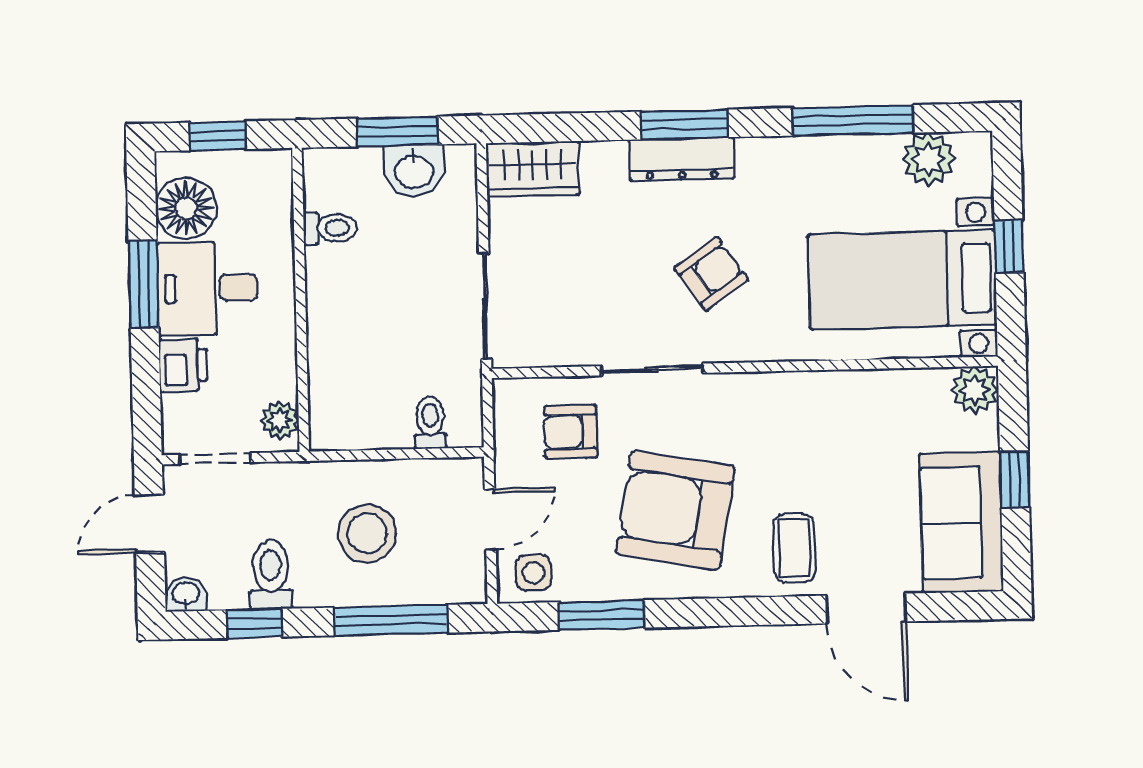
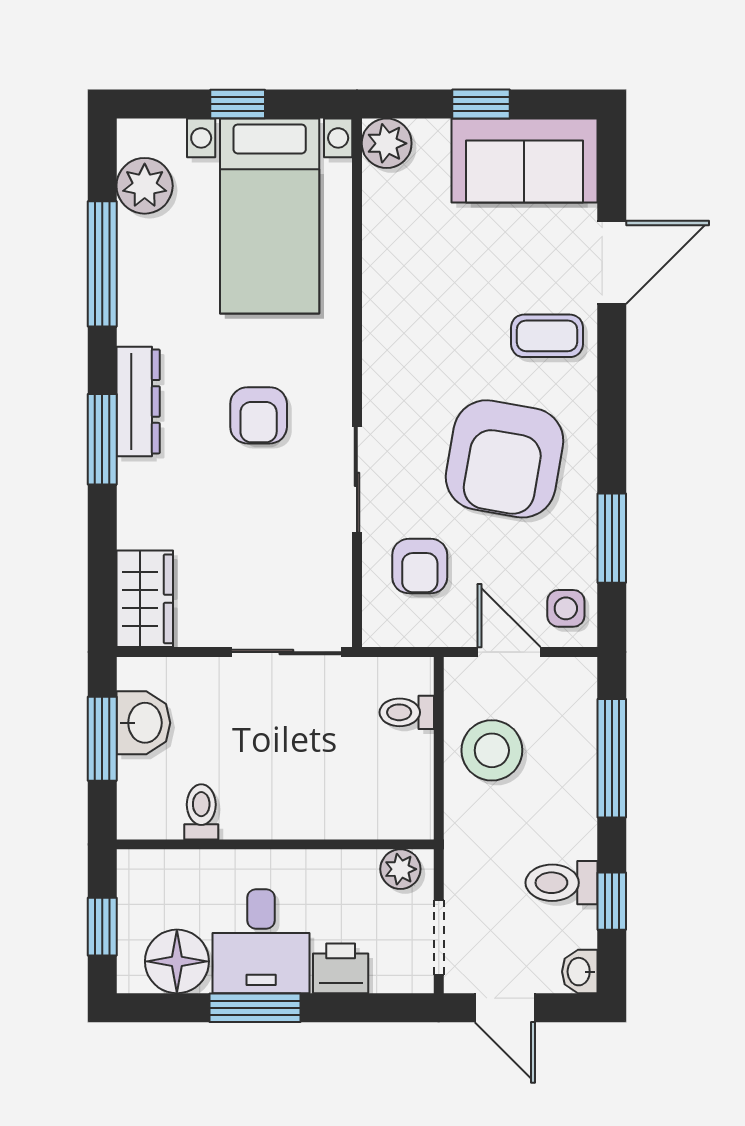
dresser: (682, 159) -> (138, 401), moved
armchair: (711, 274) -> (259, 415), turned -145
stool: (367, 533) -> (492, 750), moved

